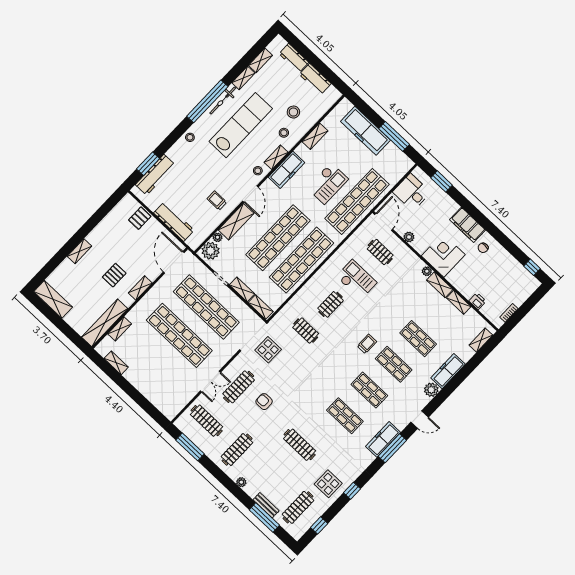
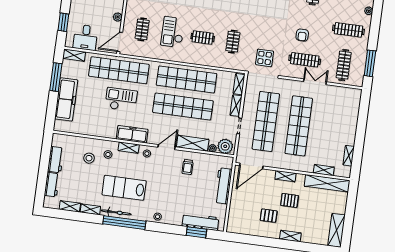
lab bench: (241, 125) -> (124, 188), width x0.73
shelving: (315, 136) -> (74, 55), moved
pallet: (140, 218) -> (269, 216), moved

